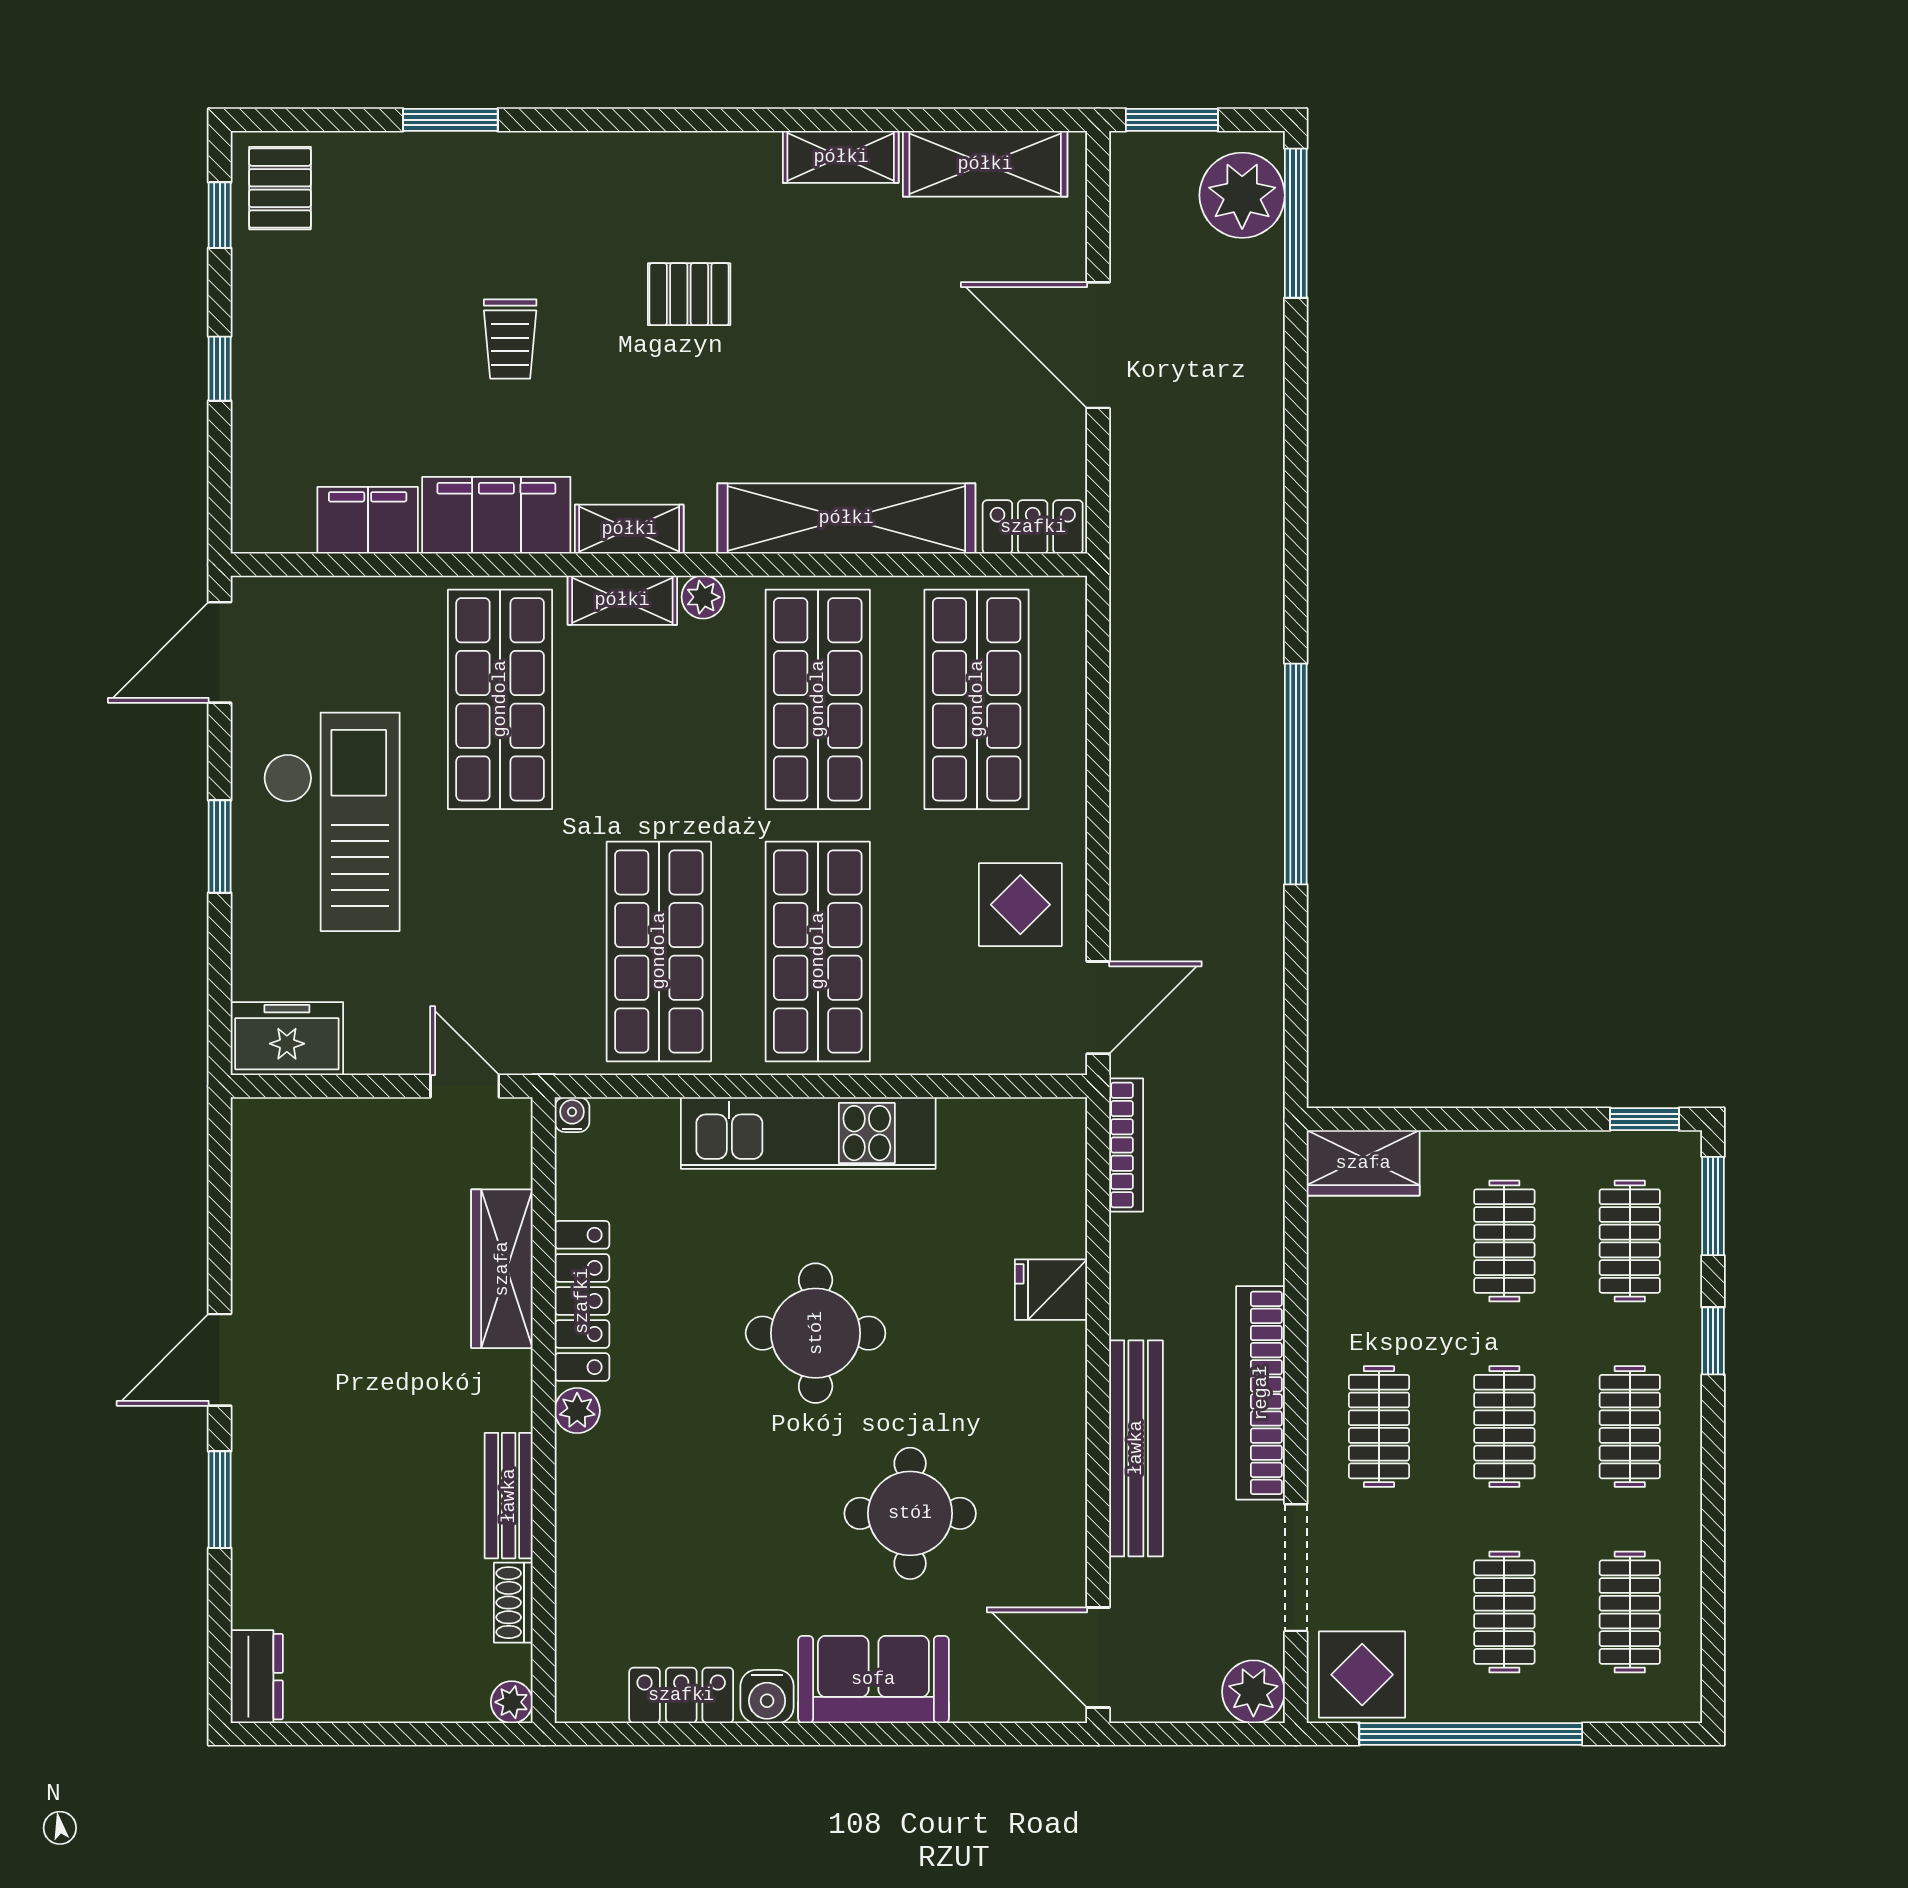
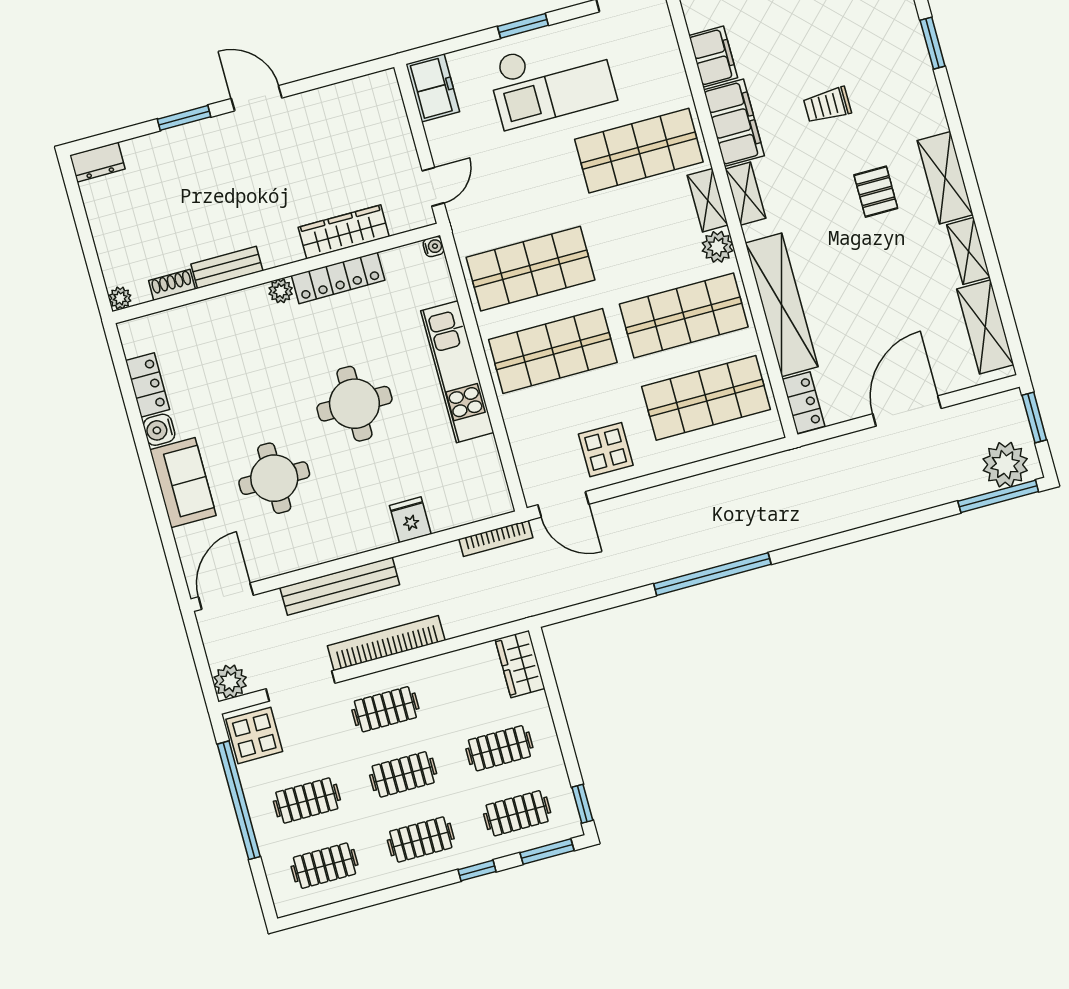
shelving: (698, 163) -> (945, 178), added
plant: (703, 597) -> (718, 247), width x1.38, depth x1.38

